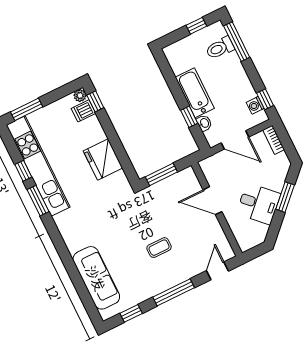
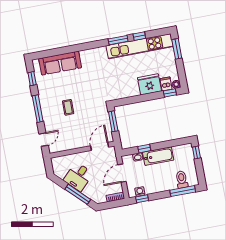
window: (196, 26) -> (196, 153), moved
fridge: (103, 159) -> (149, 84), moved
window: (285, 197) -> (78, 194), width x1.44
door: (212, 201) -> (100, 146), moved
door: (217, 271) -> (44, 140), hinge flipped

